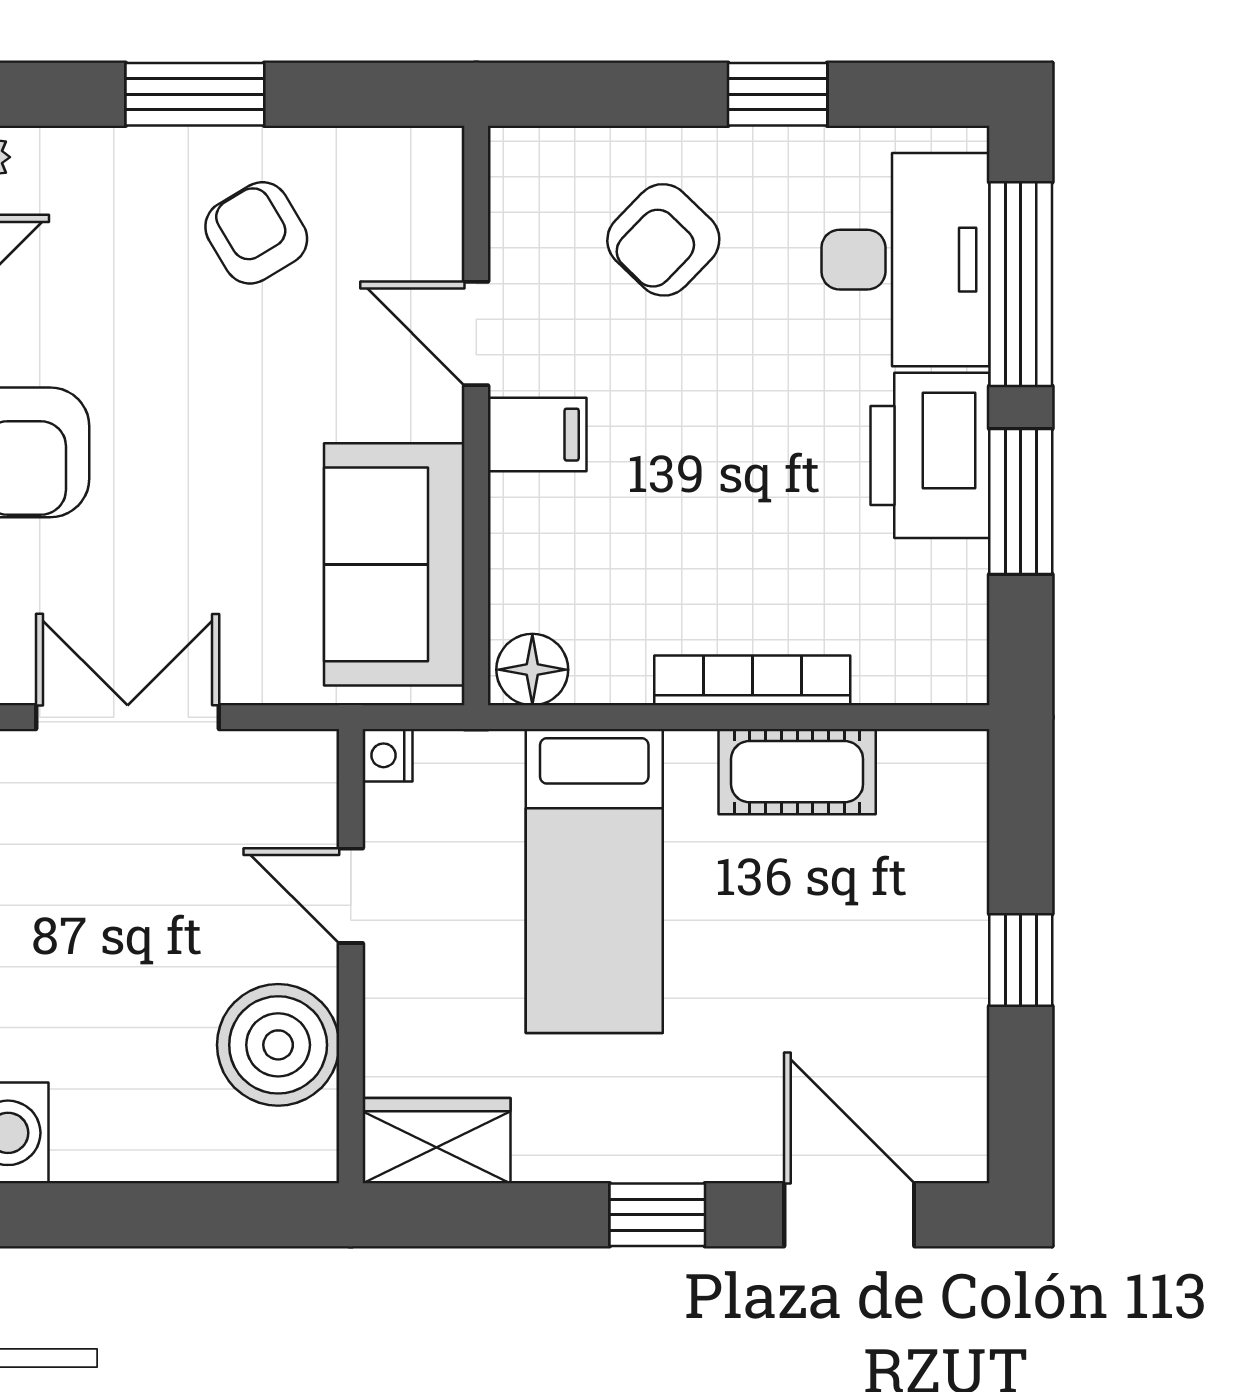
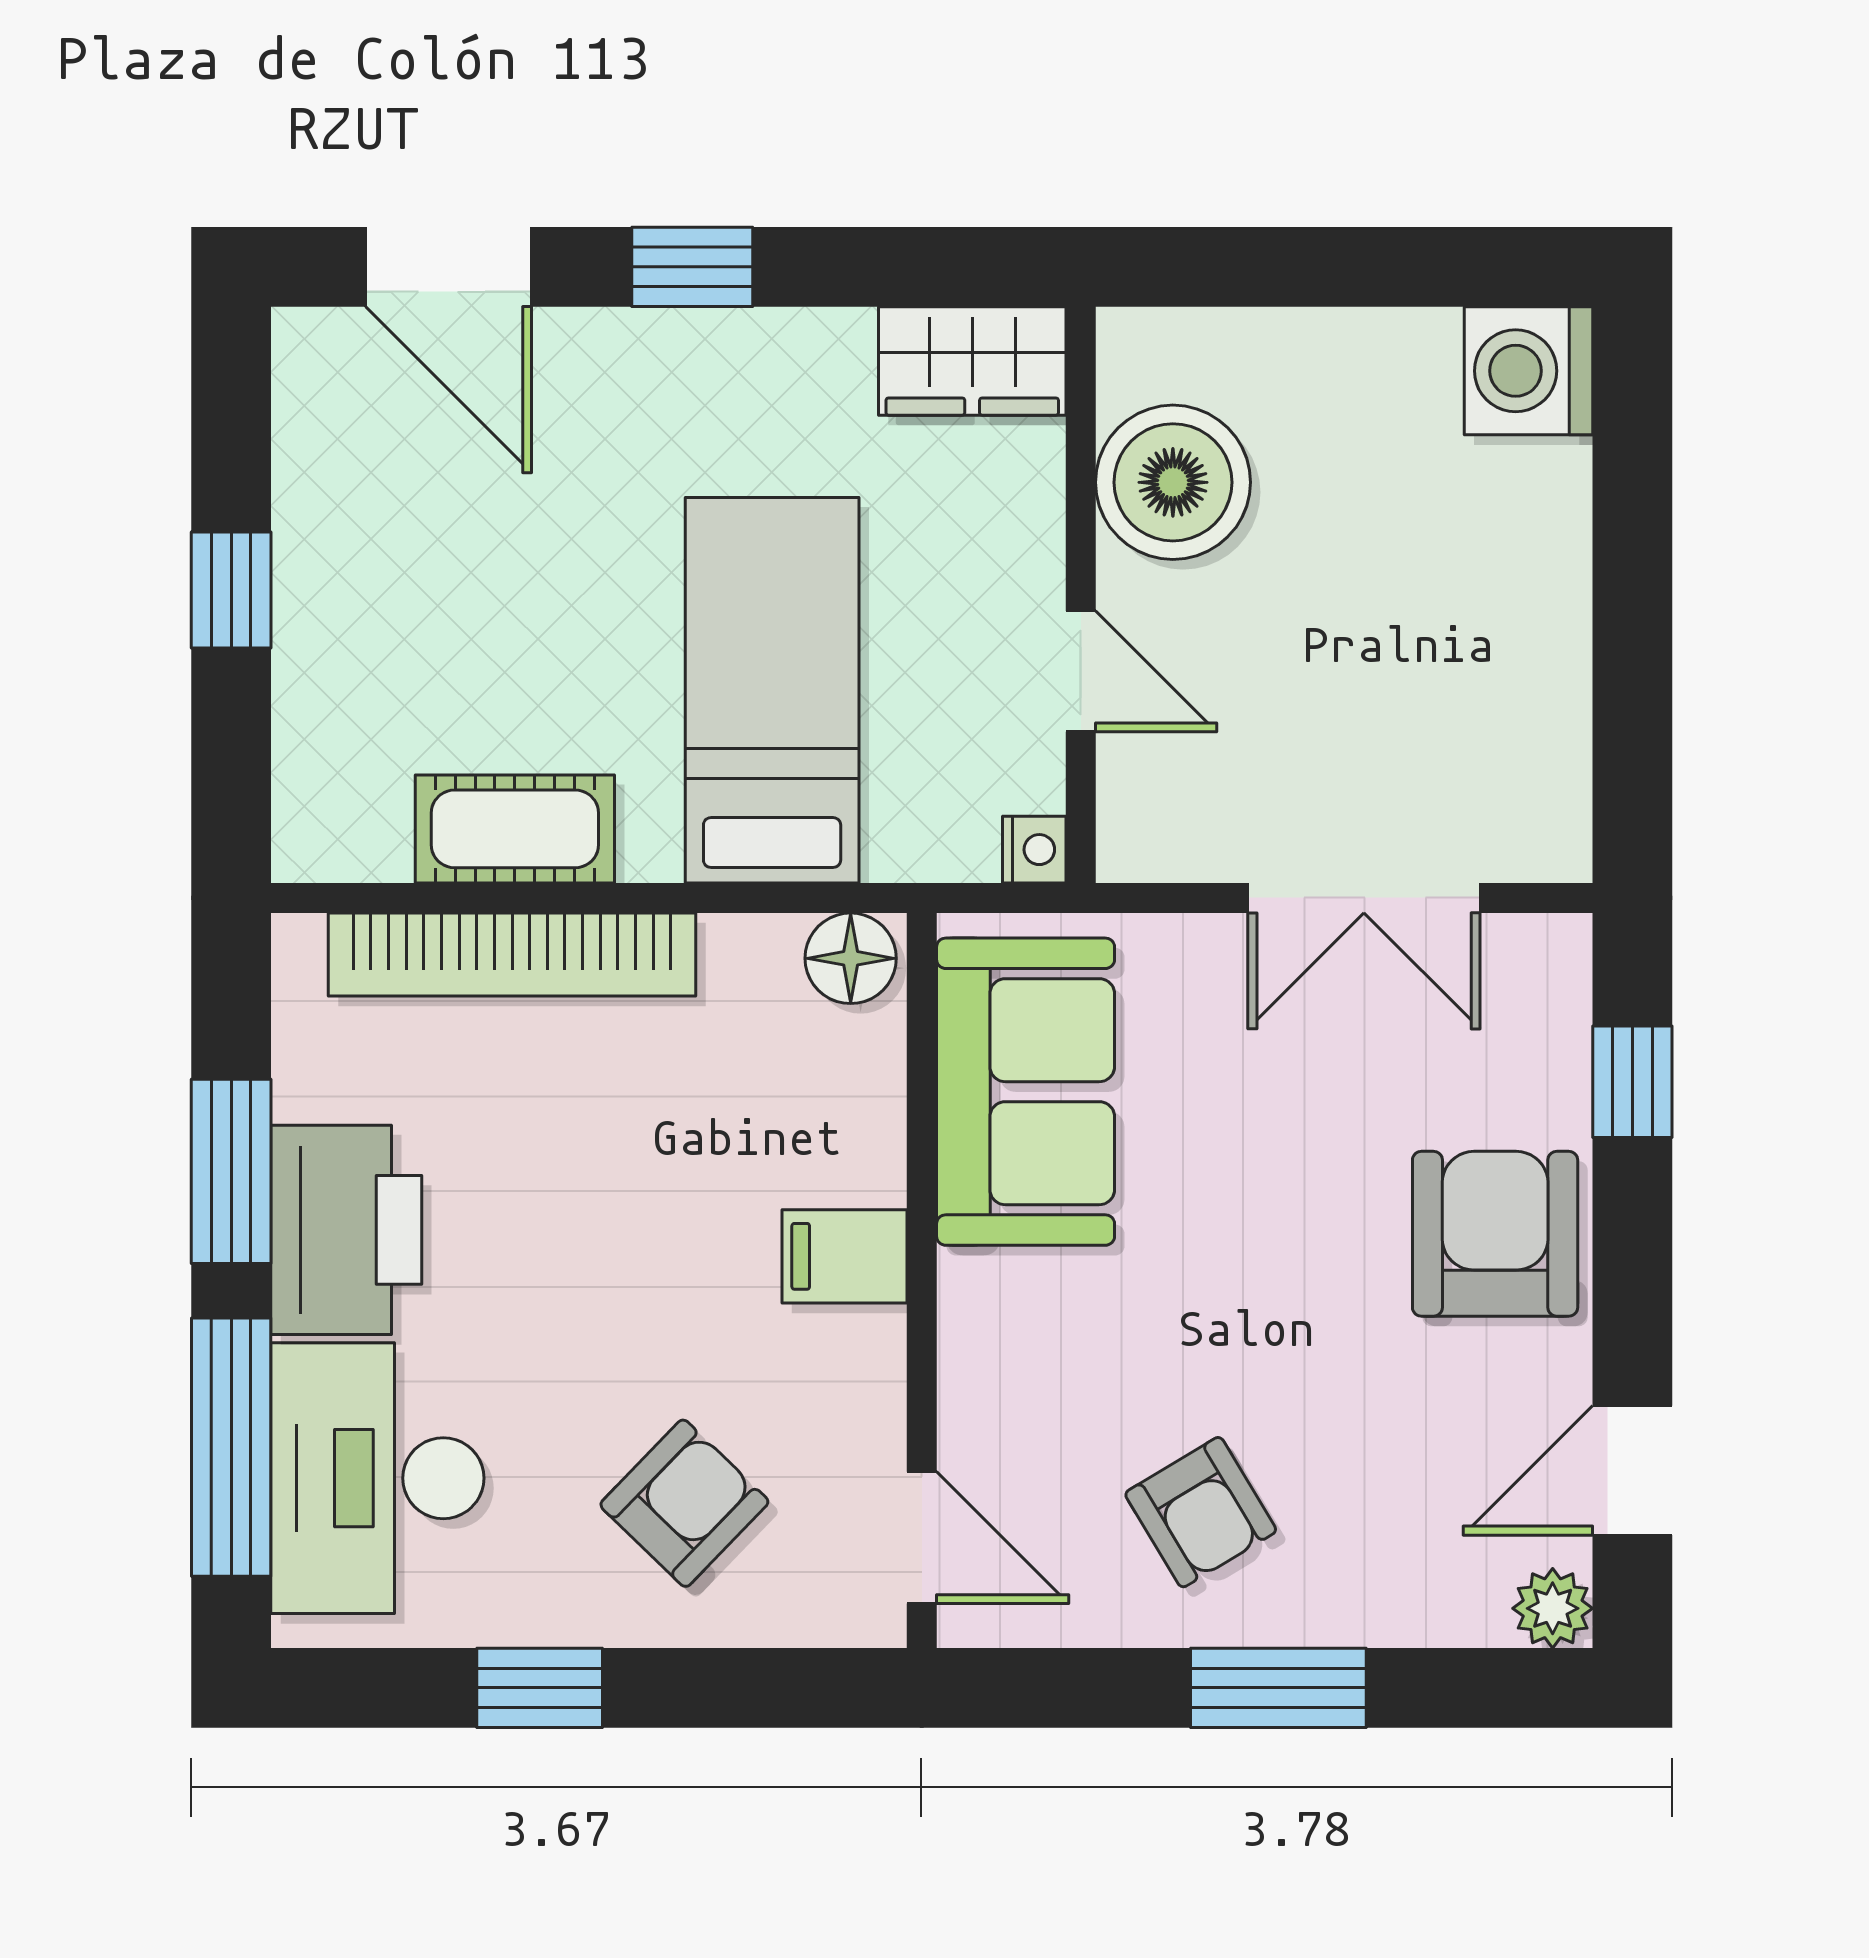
door: (476, 334) -> (922, 1538), moved
bookcase: (752, 680) -> (512, 955), width x1.48, depth x1.31

